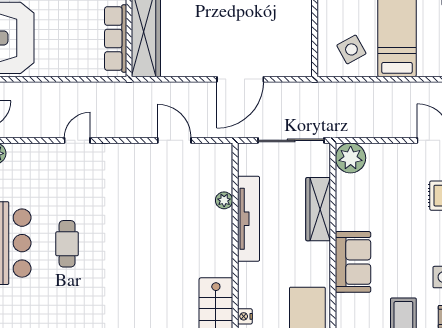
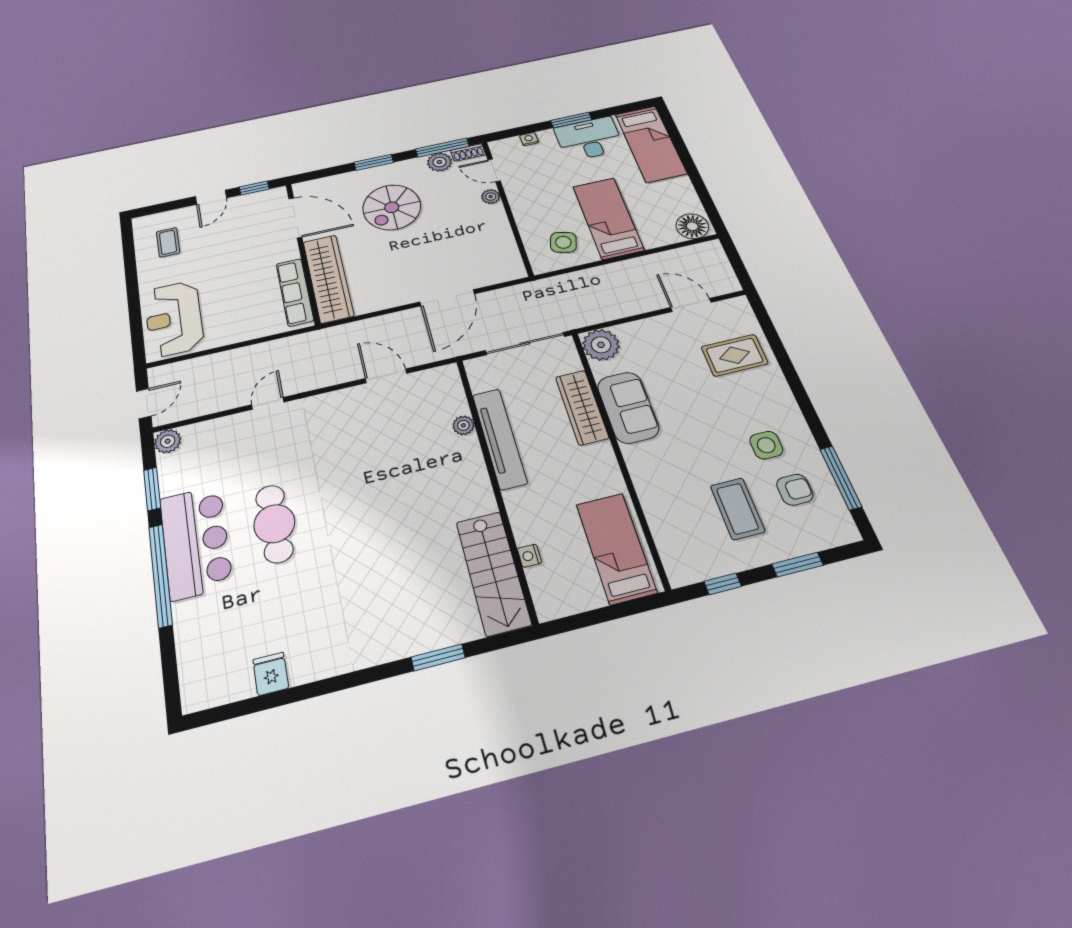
side table: (351, 49) -> (563, 242), turned 45
cafe table: (67, 244) -> (274, 524), width x1.37, depth x1.35
sofa: (353, 262) -> (628, 407), moved

